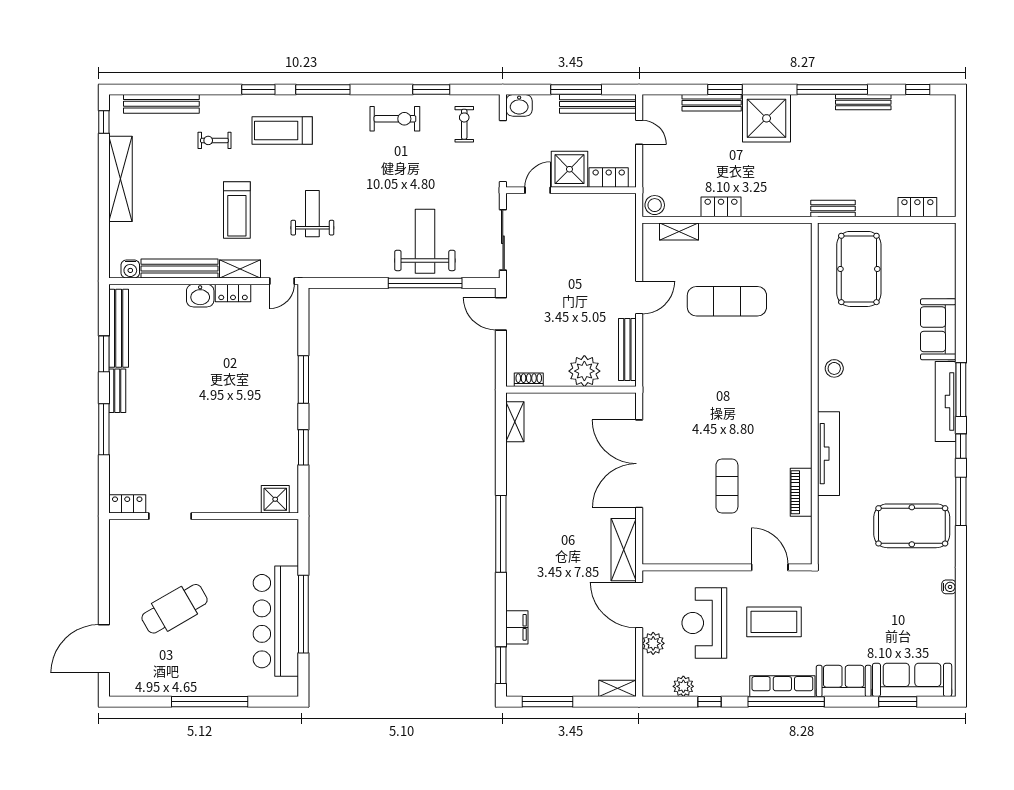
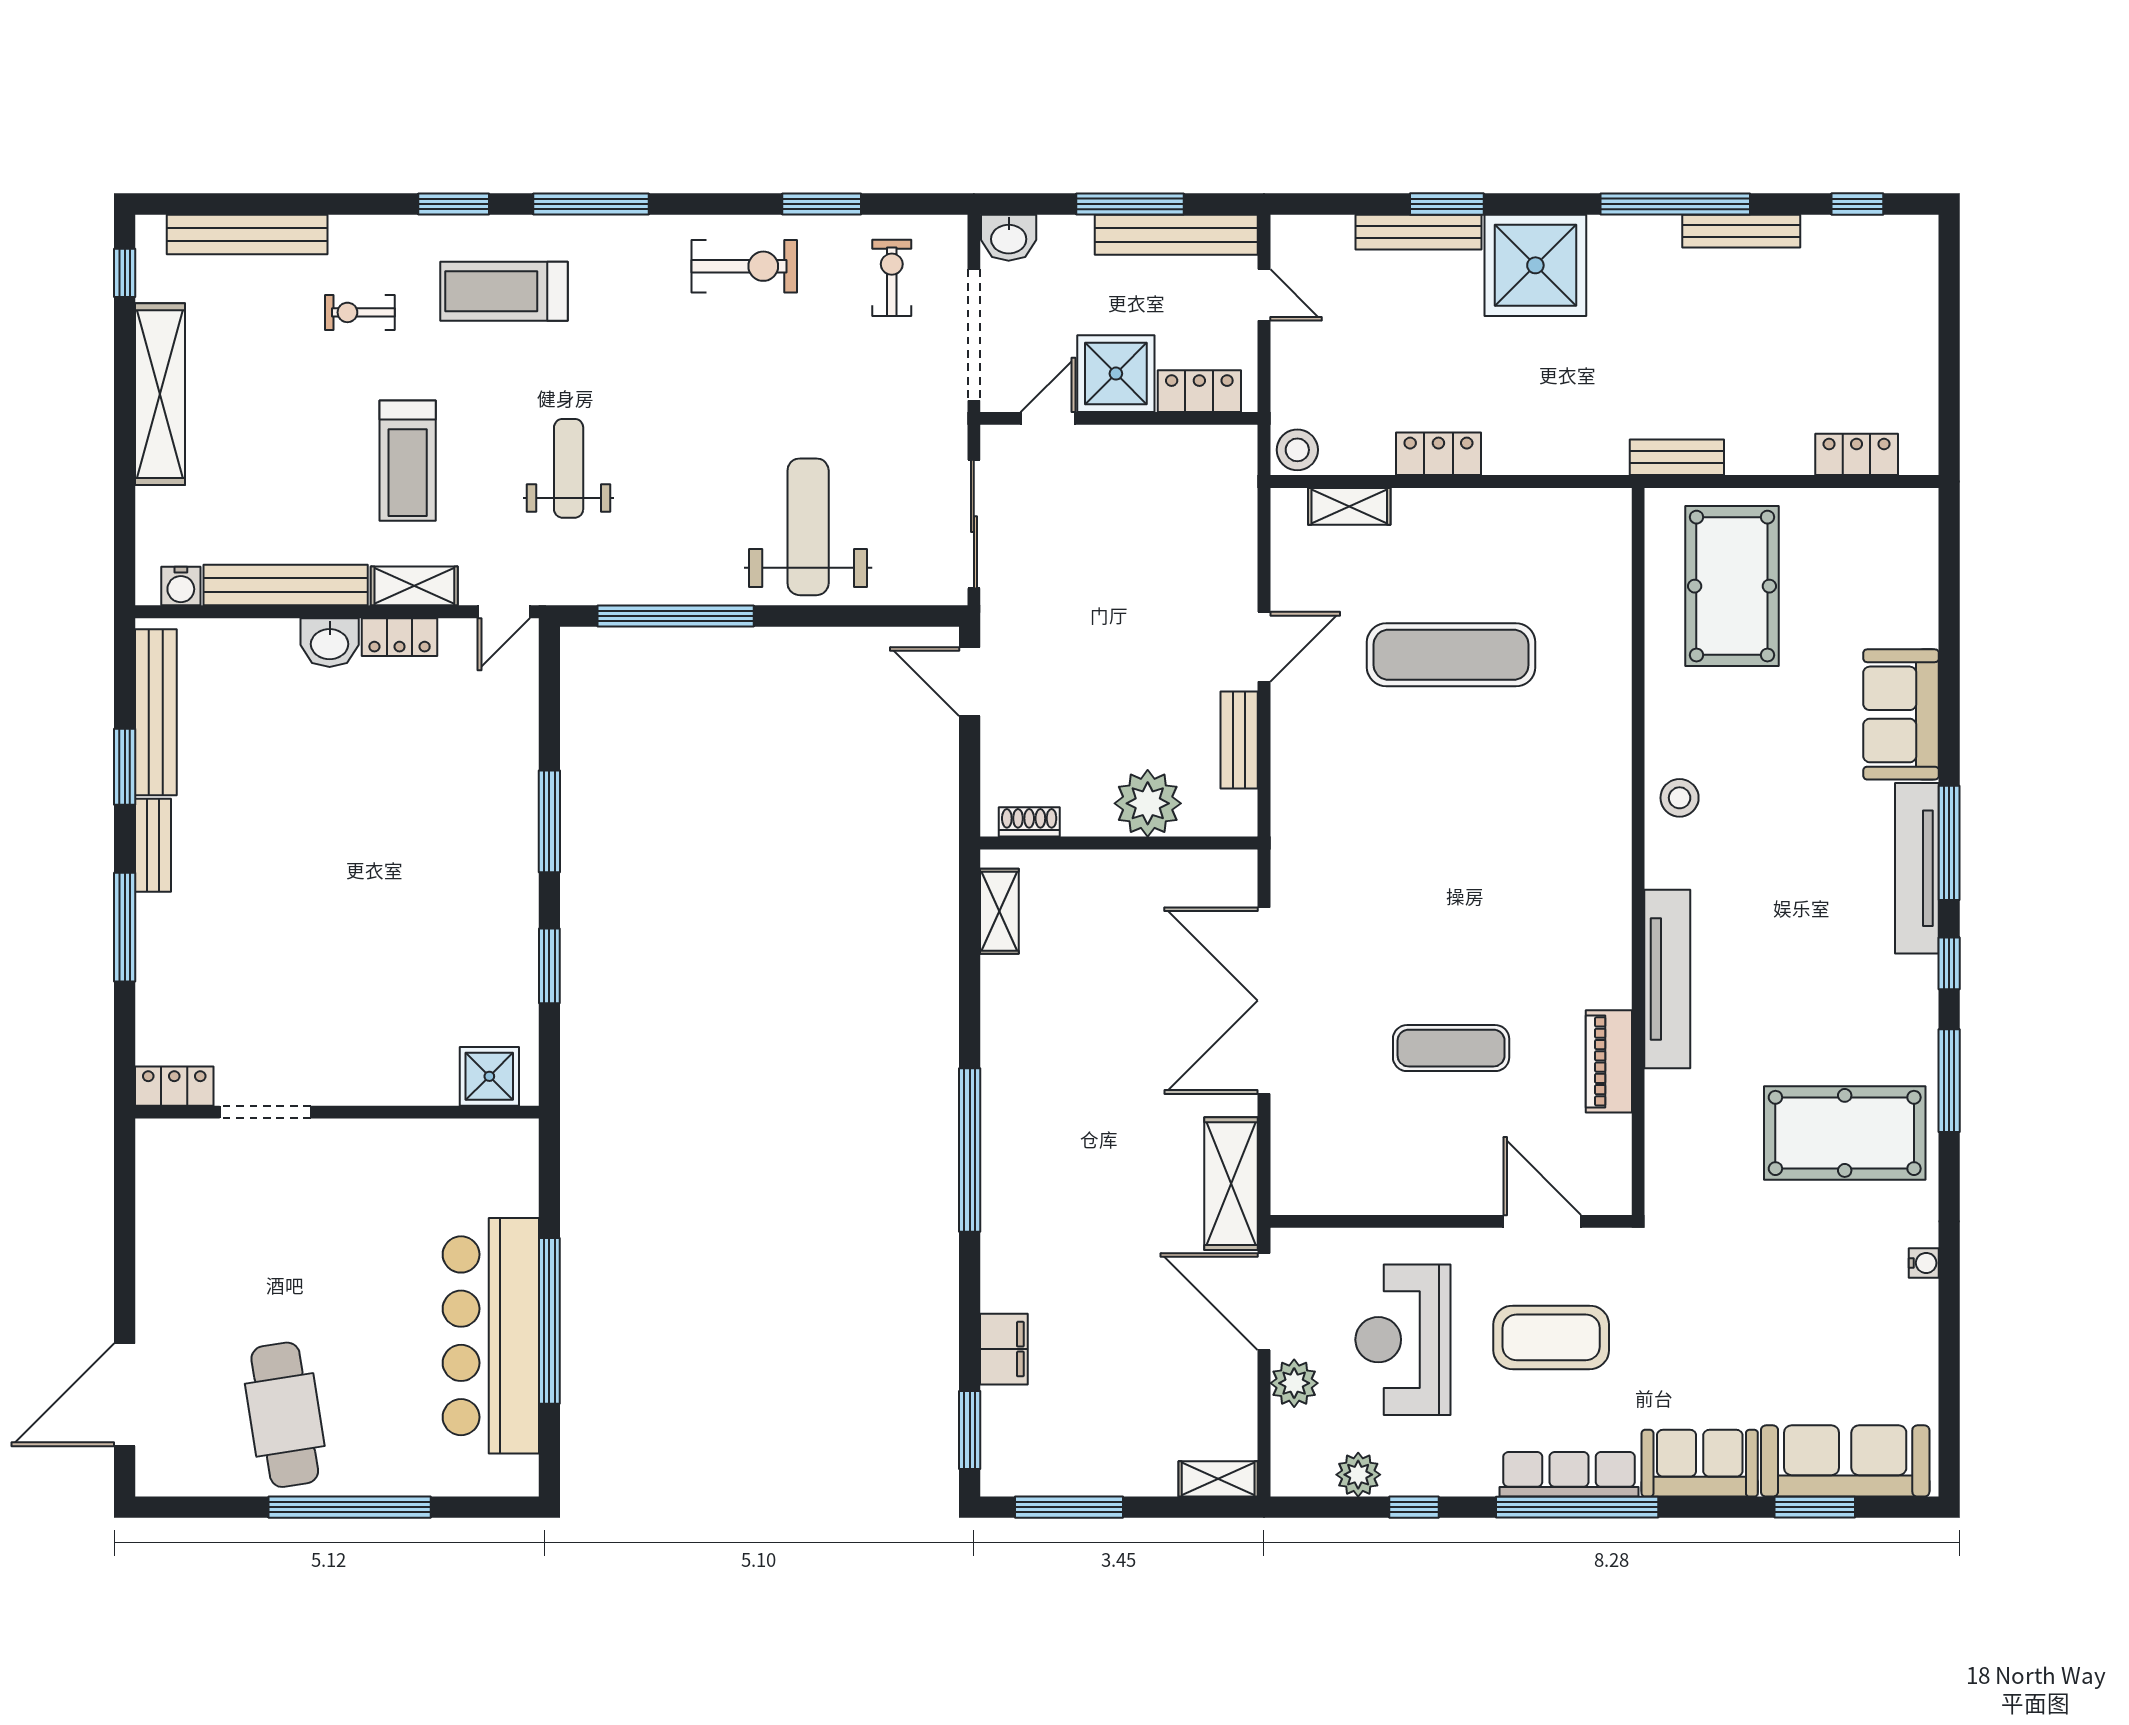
window: (425, 283) -> (676, 616), moved
bench: (627, 350) -> (1239, 740), width x0.73
exercise mat: (727, 486) -> (1451, 1048), turned 90
cafe table: (175, 609) -> (285, 1415), moved, turned -69

